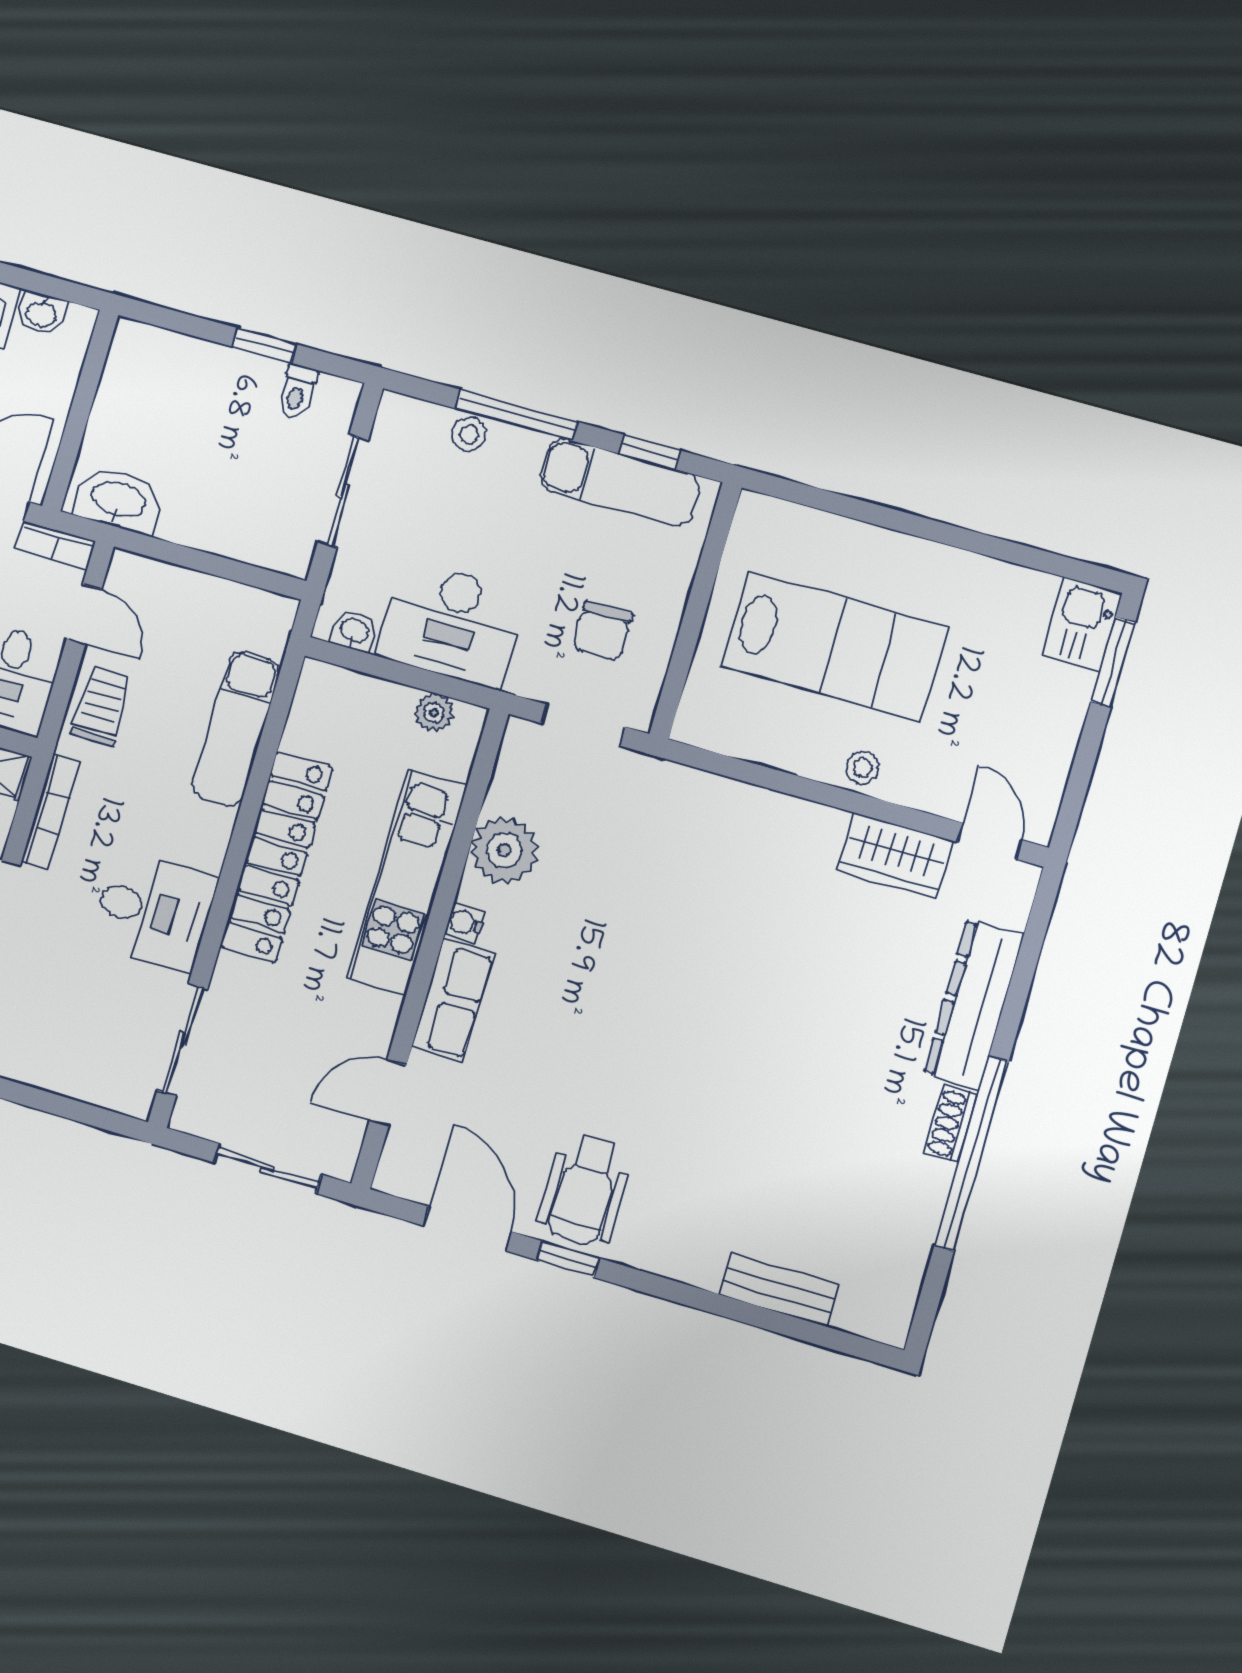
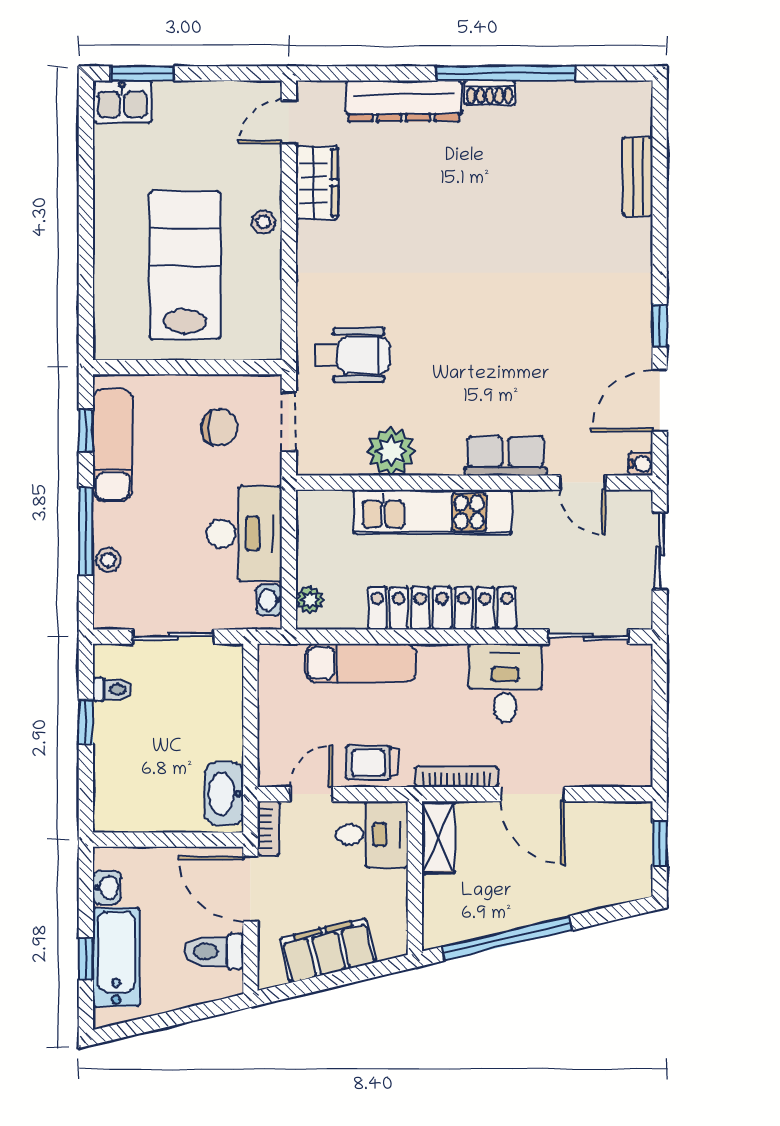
plant: (434, 712) -> (310, 600), moved
water cooler: (465, 923) -> (641, 464), moved, turned -90
wheelchair: (585, 1190) -> (353, 355), moved

